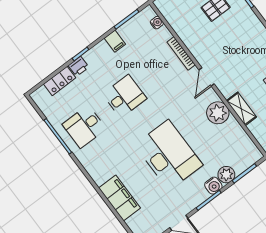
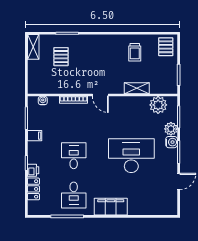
plant: (218, 113) -> (158, 105), moved
filing cabinet: (120, 198) -> (111, 207), moved

